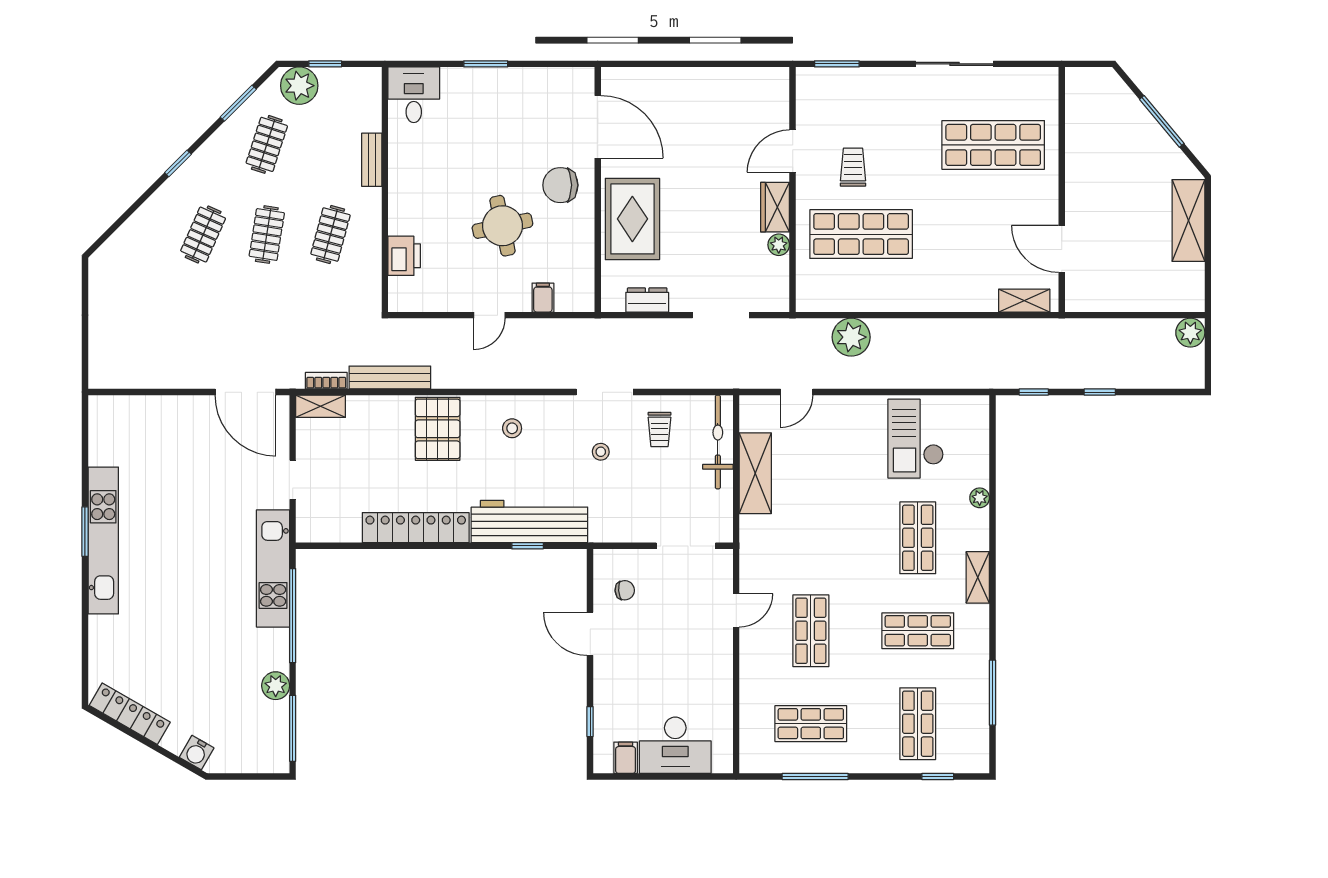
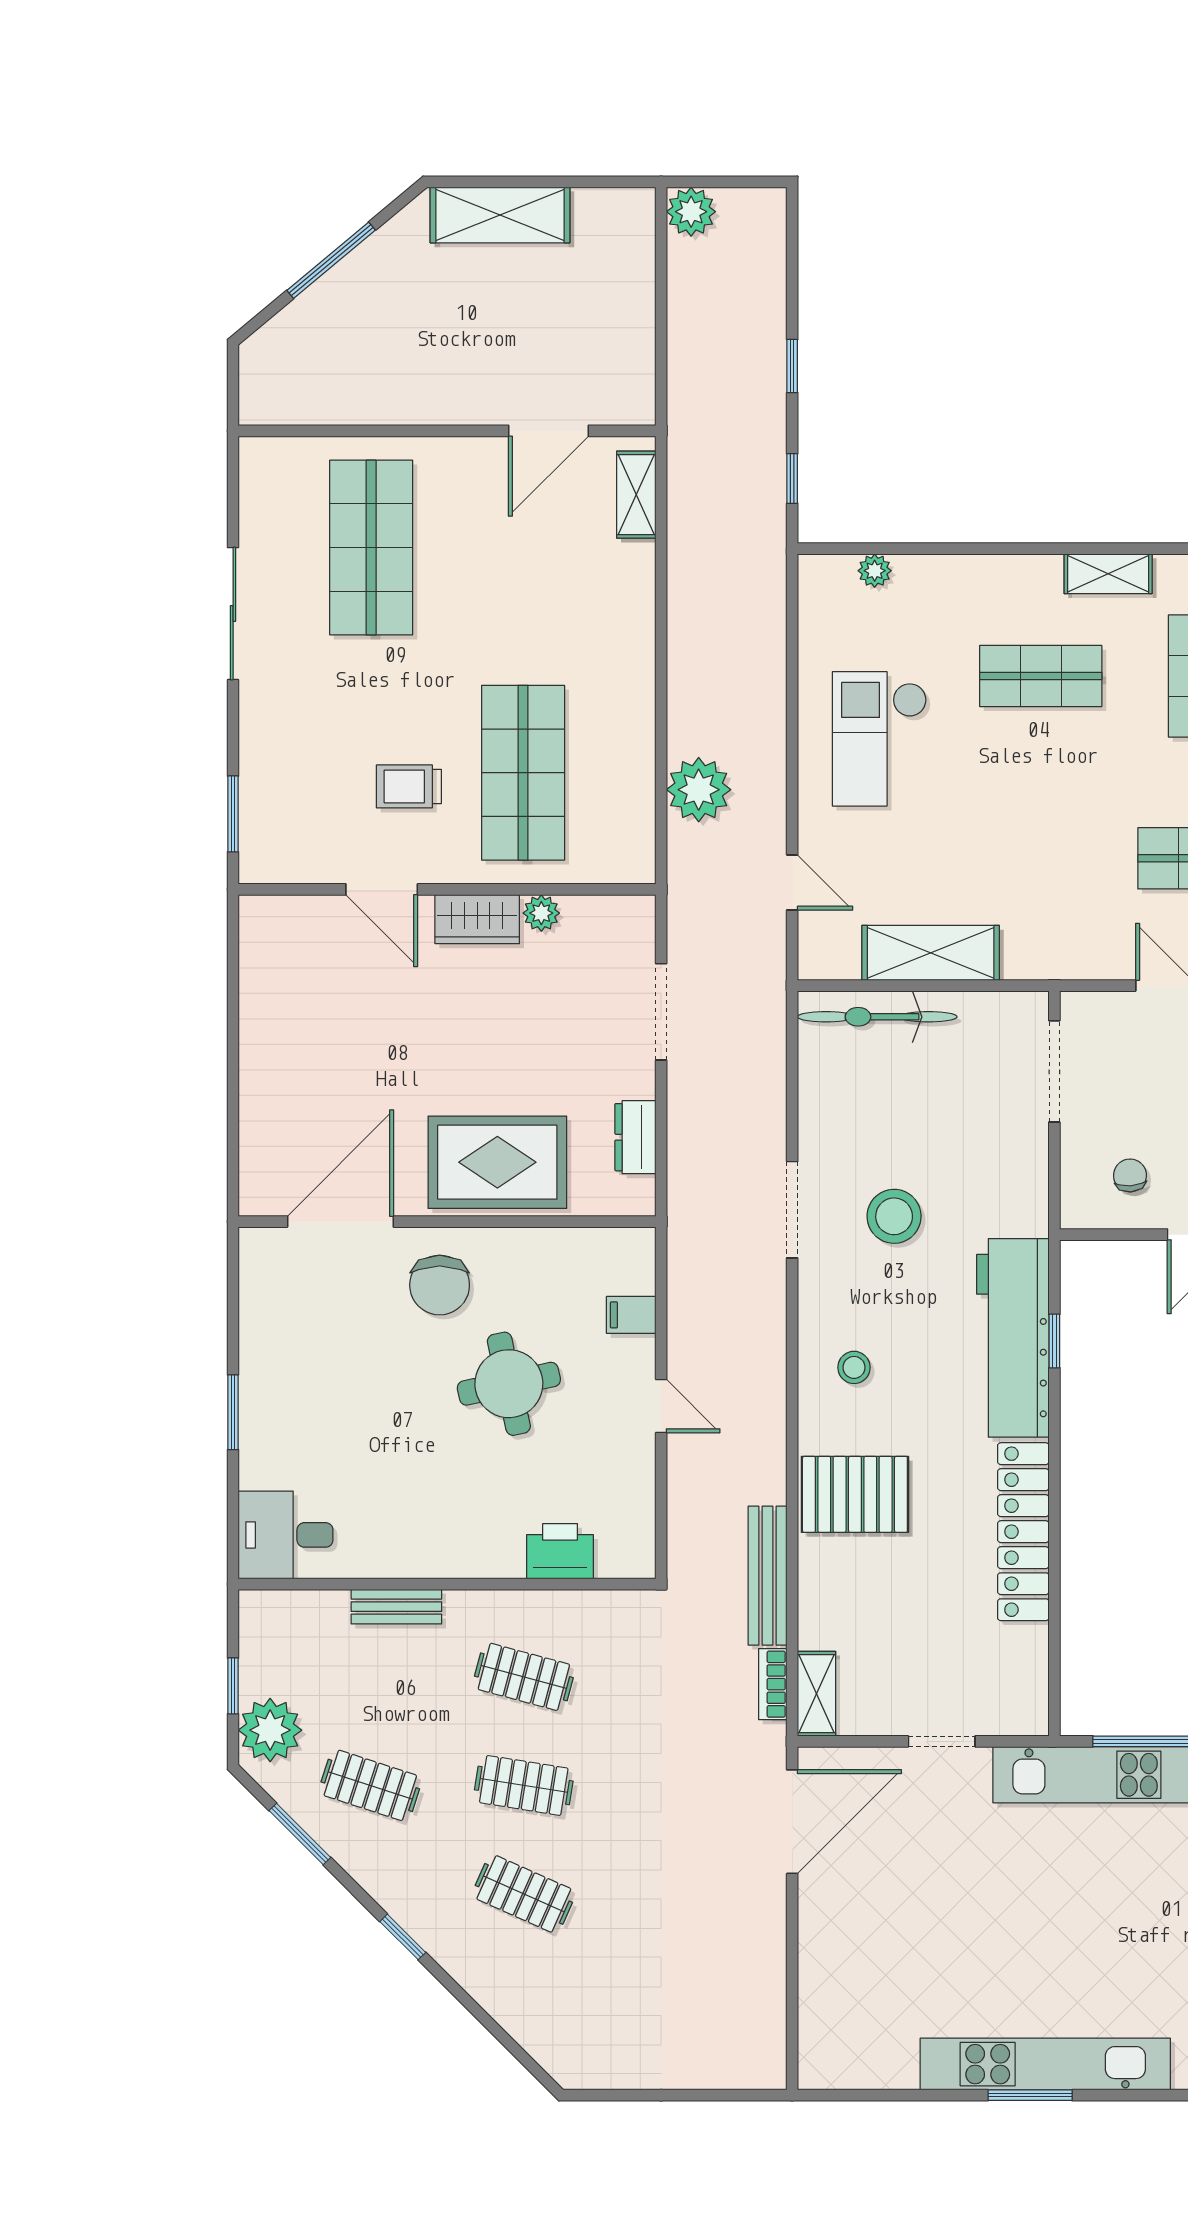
trolley: (659, 429) -> (856, 1116), removed
checkout: (916, 439) -> (879, 739), moved, turned 90
stool: (601, 452) -> (894, 1216), width x1.89, depth x1.89
plant: (980, 498) -> (875, 571), moved

